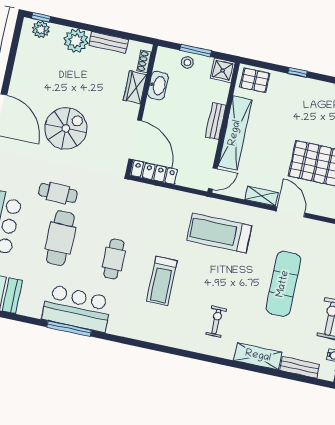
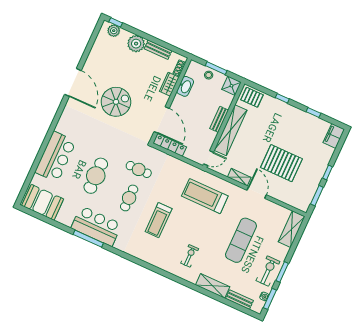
cafe table: (58, 193) -> (139, 169), moved

